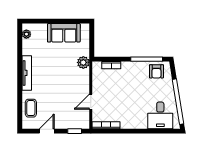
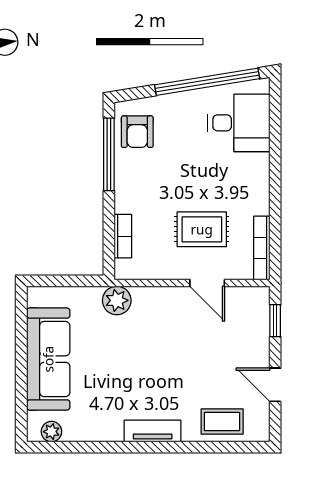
sofa: (64, 33) -> (48, 359), width x1.36
armchair: (156, 71) -> (137, 132), turned 90
tv unit: (27, 73) -> (153, 431), width x0.71
rug: (114, 99) -> (202, 229), added

